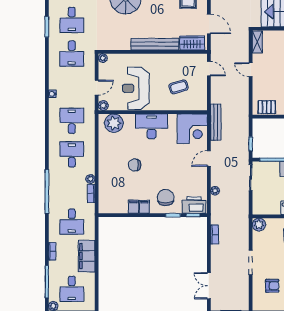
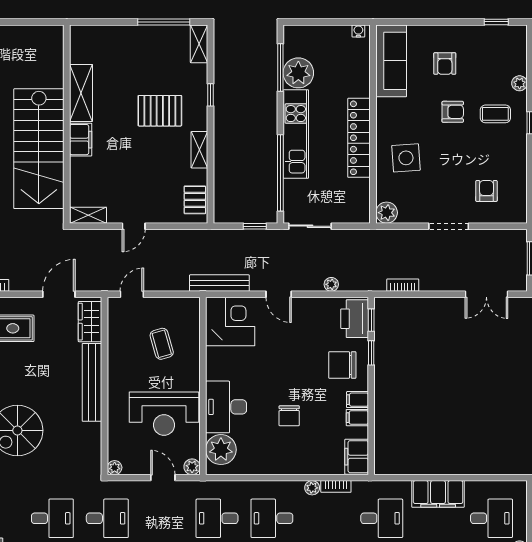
desk: (152, 126) -> (226, 407), moved
filing cabinet: (109, 206) -> (357, 457), added

